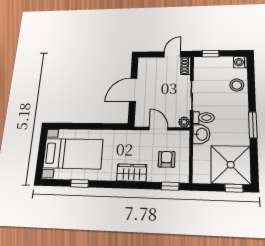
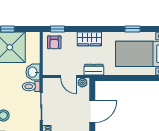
plant: (184, 122) -> (82, 83), moved
dresser: (129, 136) -> (94, 70), added
armchair: (167, 159) -> (54, 42), moved

